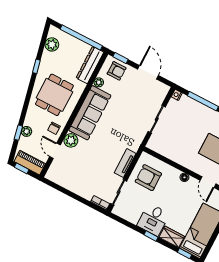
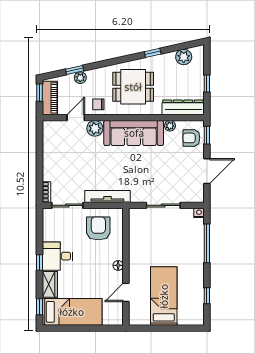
window: (81, 37) -> (207, 84), width x0.32
armchair: (117, 71) -> (191, 138), turned 90
tv unit: (125, 163) -> (107, 197), width x1.41

